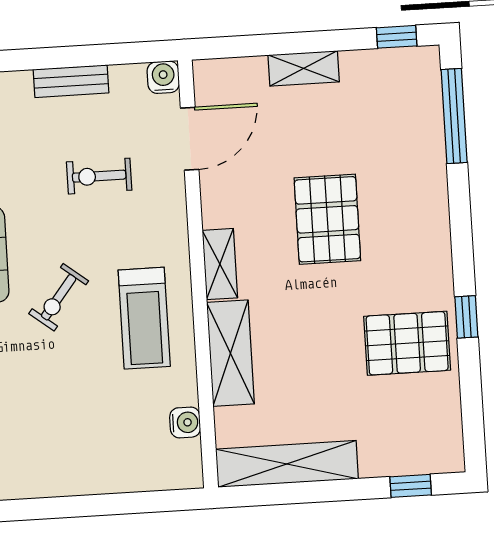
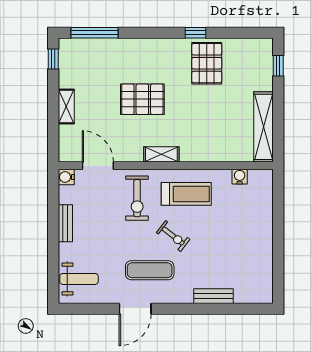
exercise bike: (99, 176) -> (137, 198), moved, width x1.38, depth x1.39
shelving: (230, 353) -> (206, 152), removed

